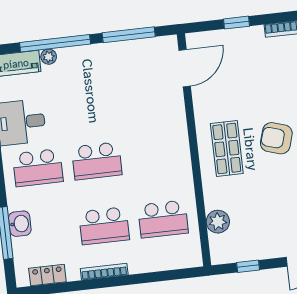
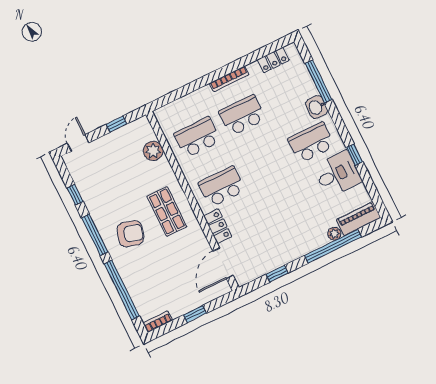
window: (129, 35) -> (277, 274), width x0.46
locker: (176, 112) -> (218, 226), added
school desk: (97, 161) -> (222, 187), moved
washbasin: (20, 224) -> (317, 107), moved

